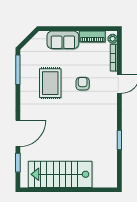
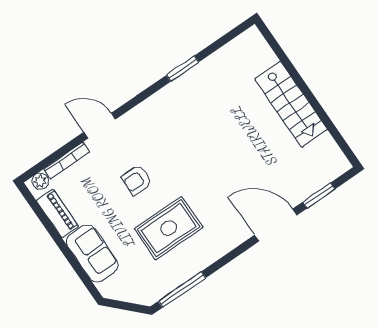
stairs: (60, 174) -> (291, 104), width x0.73, depth x0.66

